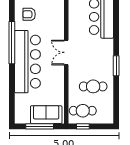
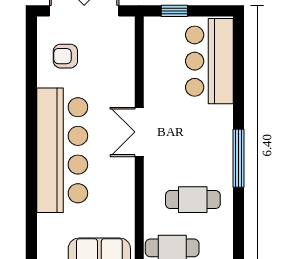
window: (12, 43) -> (31, 112), removed
window: (116, 66) -> (239, 158), width x1.44

